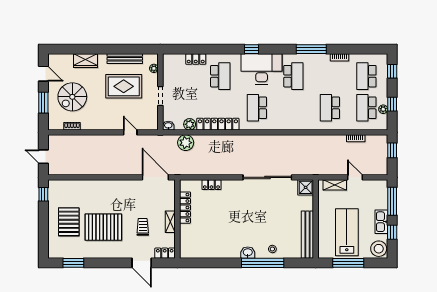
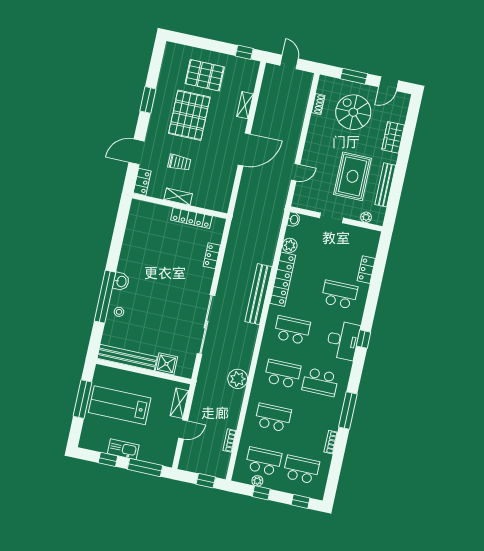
desk: (262, 69) -> (343, 340), width x0.73, depth x0.77
school desk: (220, 76) -> (339, 295), turned 180
school desk: (293, 108) -> (283, 374), added
bench: (234, 141) -> (259, 294), added
plant: (186, 143) -> (238, 379), moved
door: (43, 157) -> (289, 62), hinge flipped
door: (155, 177) -> (244, 149), moved
shelving: (86, 184) -> (245, 105), added
shower: (306, 187) -> (166, 364), moved
lab bench: (347, 232) -> (120, 405), turned 180
stool: (379, 249) -> (92, 439), removed
window: (73, 263) -> (148, 100), moved

